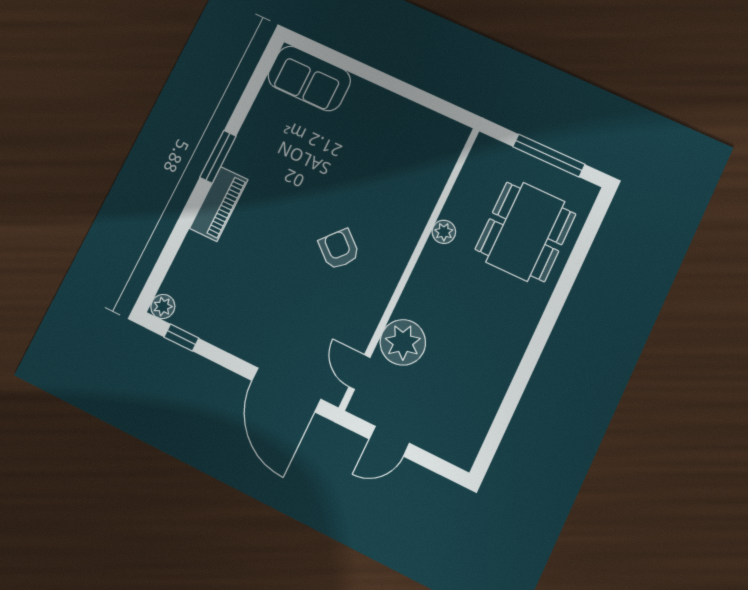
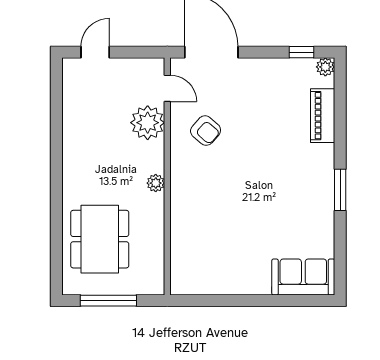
piano: (219, 204) -> (323, 116), moved
plant: (444, 232) -> (156, 183), moved
armchair: (339, 249) -> (206, 131), moved
door: (389, 441) -> (95, 52), moved

